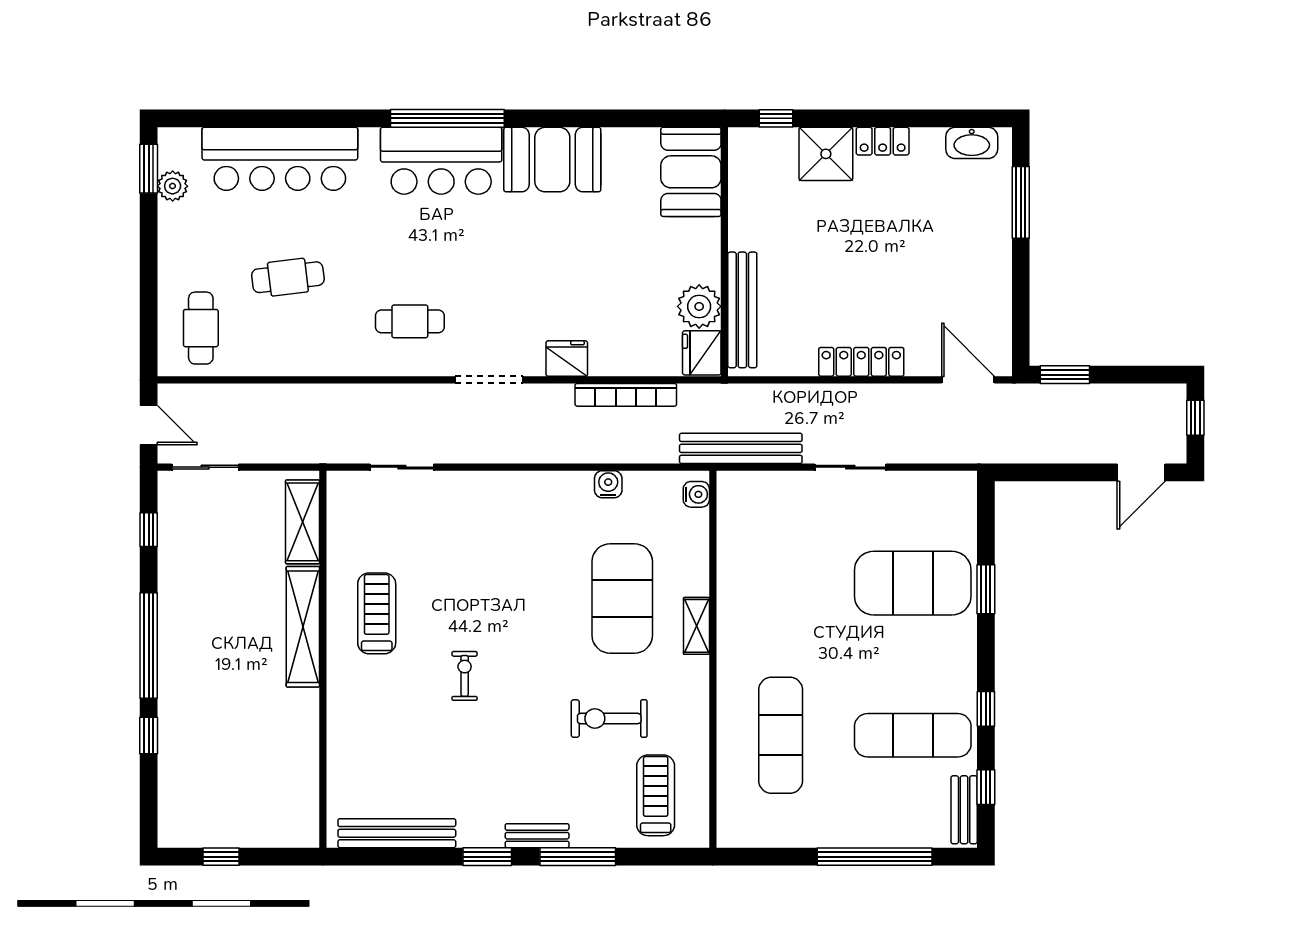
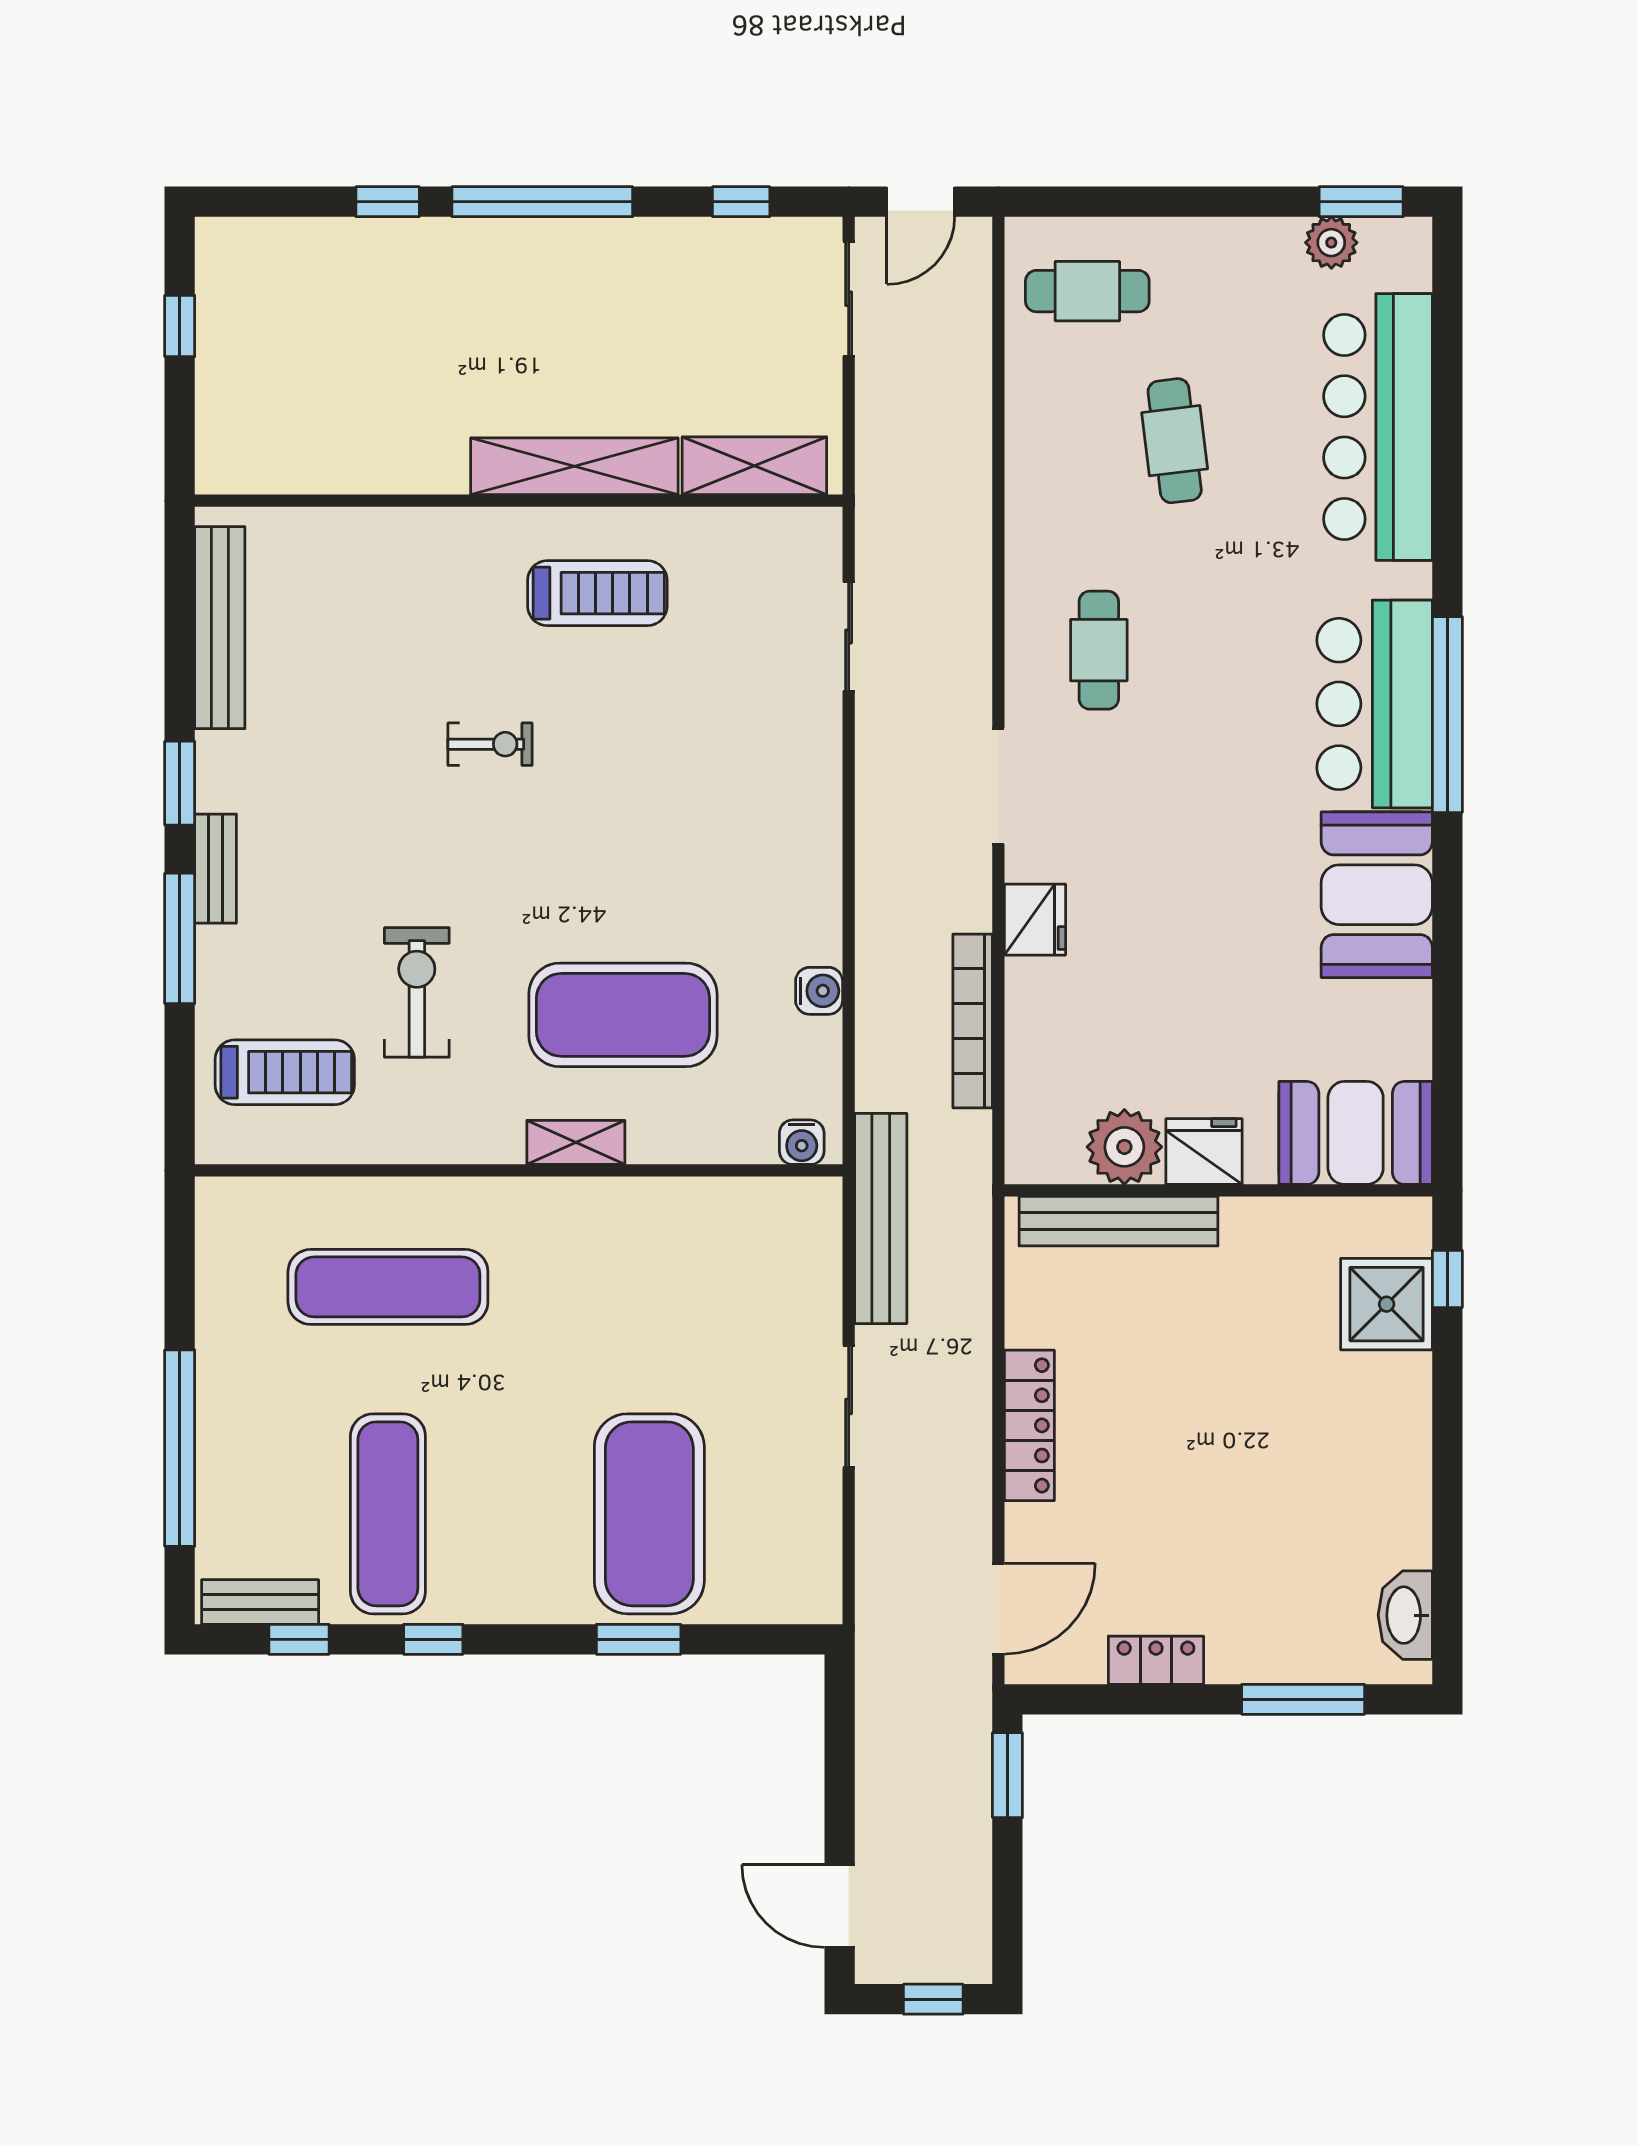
locker: (883, 141) -> (1156, 1660), moved, turned 90
shower: (826, 154) -> (1387, 1304), moved
fridge: (702, 353) -> (1204, 1152), moved

